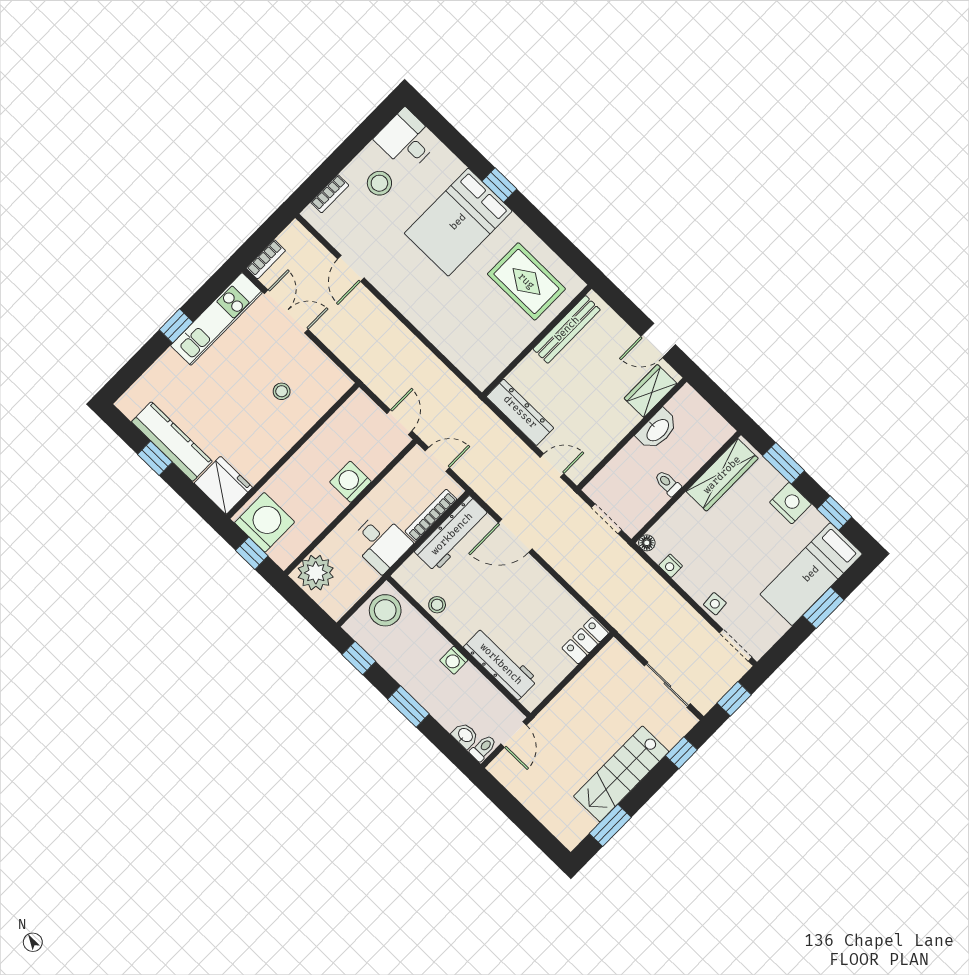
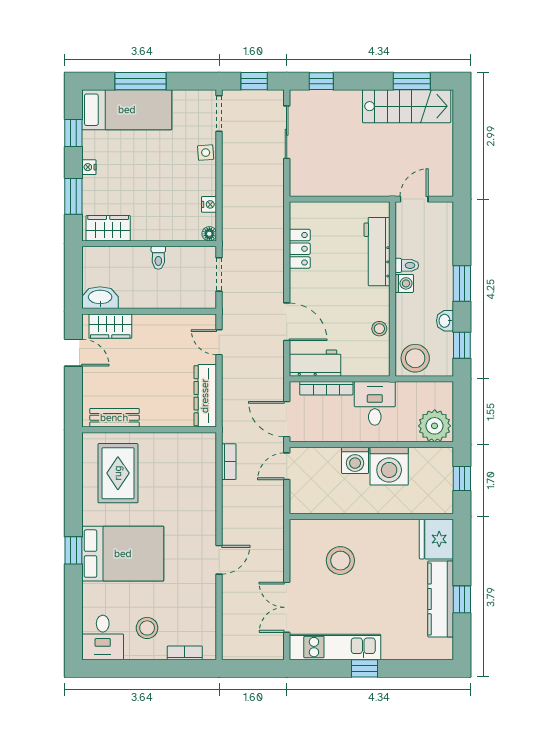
bookcase: (266, 259) -> (229, 462), moved, turned 90
door: (351, 268) -> (219, 560), moved
bench: (567, 329) -> (114, 418), width x0.73
stool: (282, 391) -> (340, 561), width x1.89, depth x1.89
washbasin: (657, 430) -> (100, 298), moved
door: (437, 459) -> (287, 419), width x1.38
wardrobe: (722, 475) -> (108, 228), width x0.67
nightstand: (790, 503) -> (89, 167), width x0.53, depth x0.56
washing machine: (265, 522) -> (389, 466), moved, turned -90
workbench: (452, 534) -> (315, 363), width x0.73
window: (823, 608) -> (141, 81), width x1.44
locker: (585, 641) -> (300, 249), moved, turned -90
washbasin: (465, 735) -> (445, 321), moved
toilet: (483, 748) -> (407, 265), moved, turned 180
stairs: (621, 774) -> (407, 106), moved

